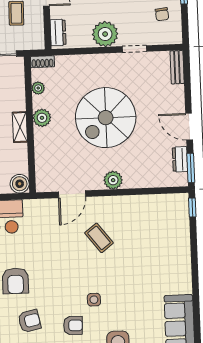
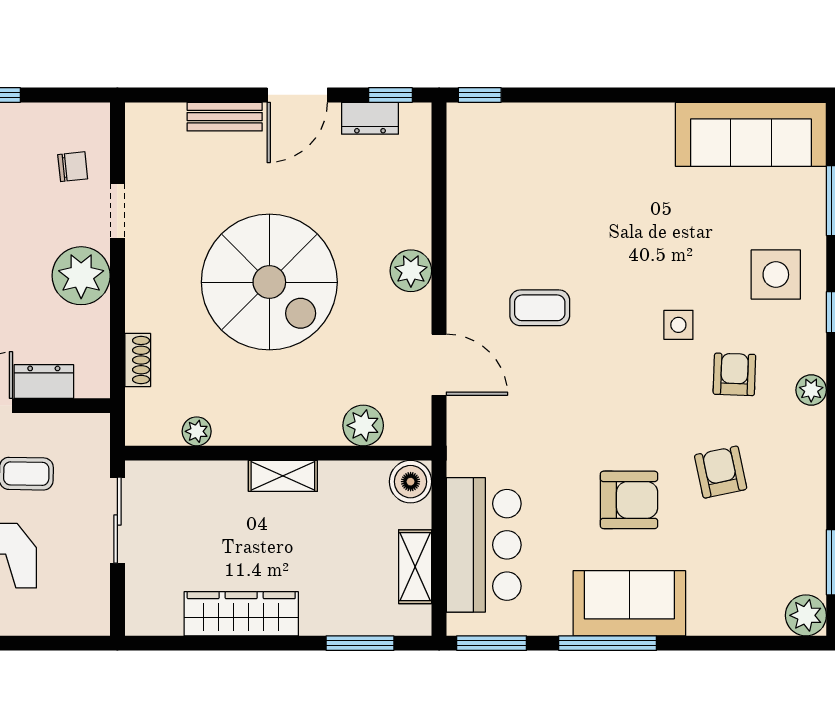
chair: (162, 14) -> (73, 167), moved
dresser: (58, 32) -> (44, 382), moved
shoe rack: (42, 62) -> (138, 360), moved
bench: (177, 67) -> (225, 117), moved
plant: (42, 118) -> (363, 425), moved
window: (191, 168) -> (390, 95), width x0.67
coffee table: (99, 238) -> (540, 308), turned 38

